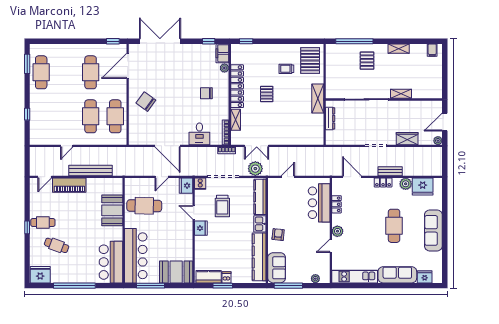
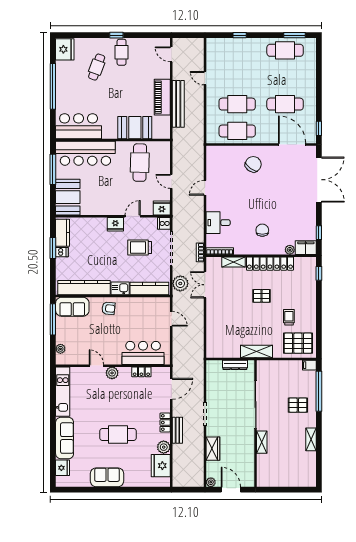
filing cabinet: (432, 50) -> (309, 365), moved
door: (167, 146) -> (205, 188), width x0.53
piano: (69, 185) -> (162, 97), moved
sofa: (433, 230) -> (107, 477), width x0.73

